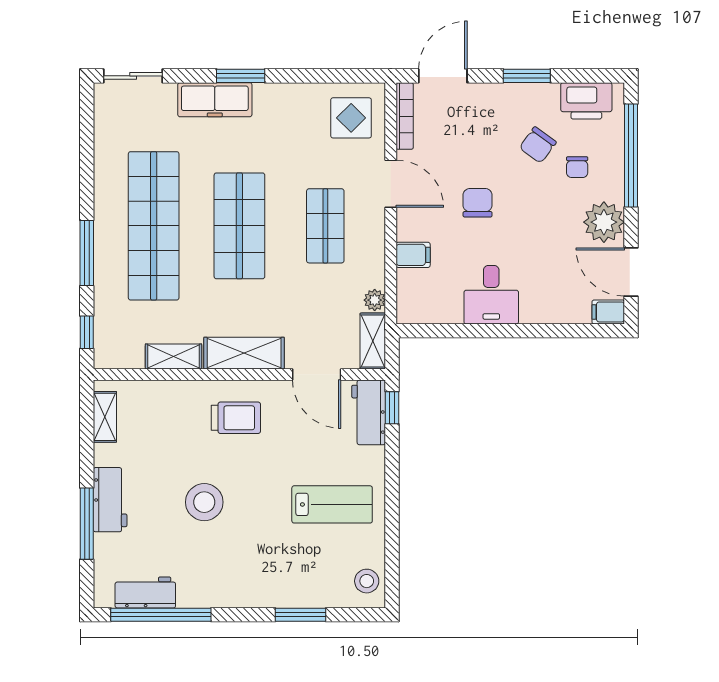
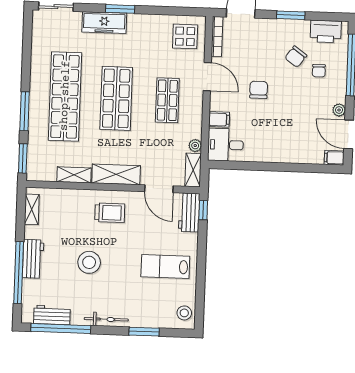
plant: (604, 222) -> (339, 110), width x0.53, depth x0.53
desk: (491, 295) -> (225, 145), moved, turned 90
window: (87, 332) -> (23, 158), width x1.50
lab bench: (332, 504) -> (165, 267), turned 180
window: (87, 524) -> (19, 273), width x1.46
bicycle: (236, 596) -> (106, 319), added

